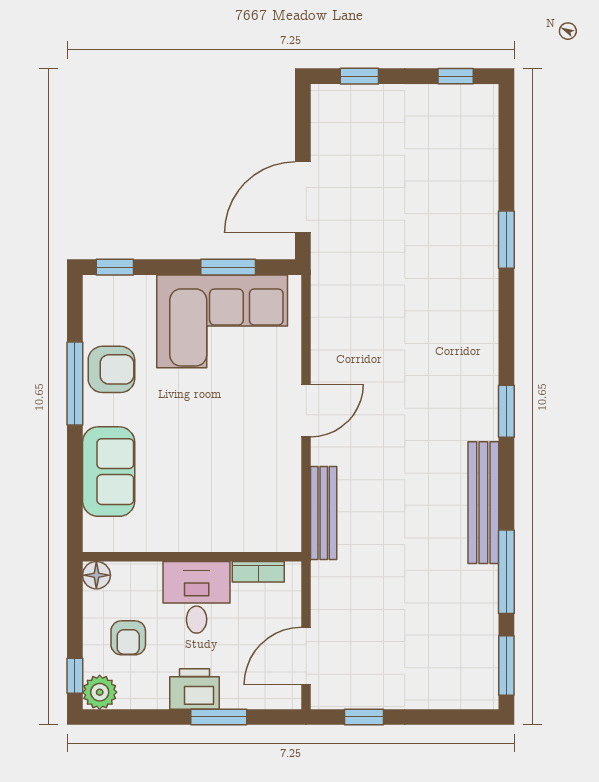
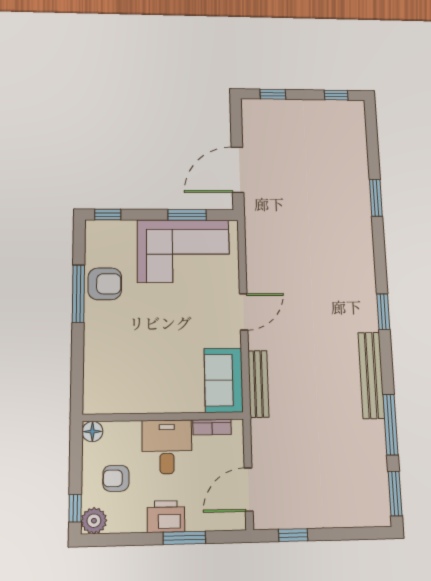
sofa: (109, 472) -> (224, 380), moved, turned 180
armchair: (128, 638) -> (116, 478), turned 90

